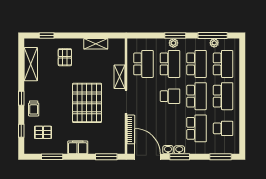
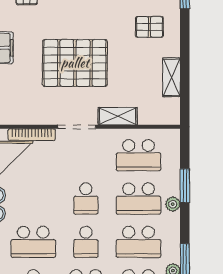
window: (175, 36) -> (185, 186), moved
school desk: (197, 96) -> (86, 242), width x0.54

